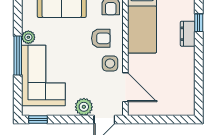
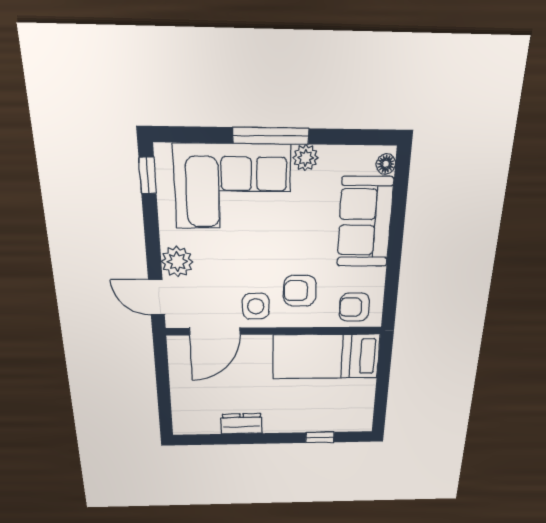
dresser: (188, 34) -> (242, 424), moved
armchair: (101, 38) -> (300, 291), turned 90

